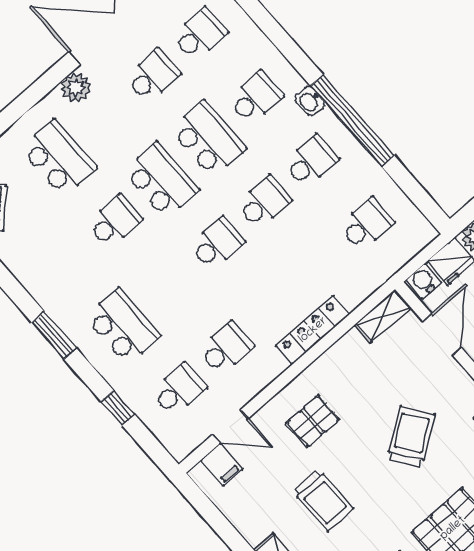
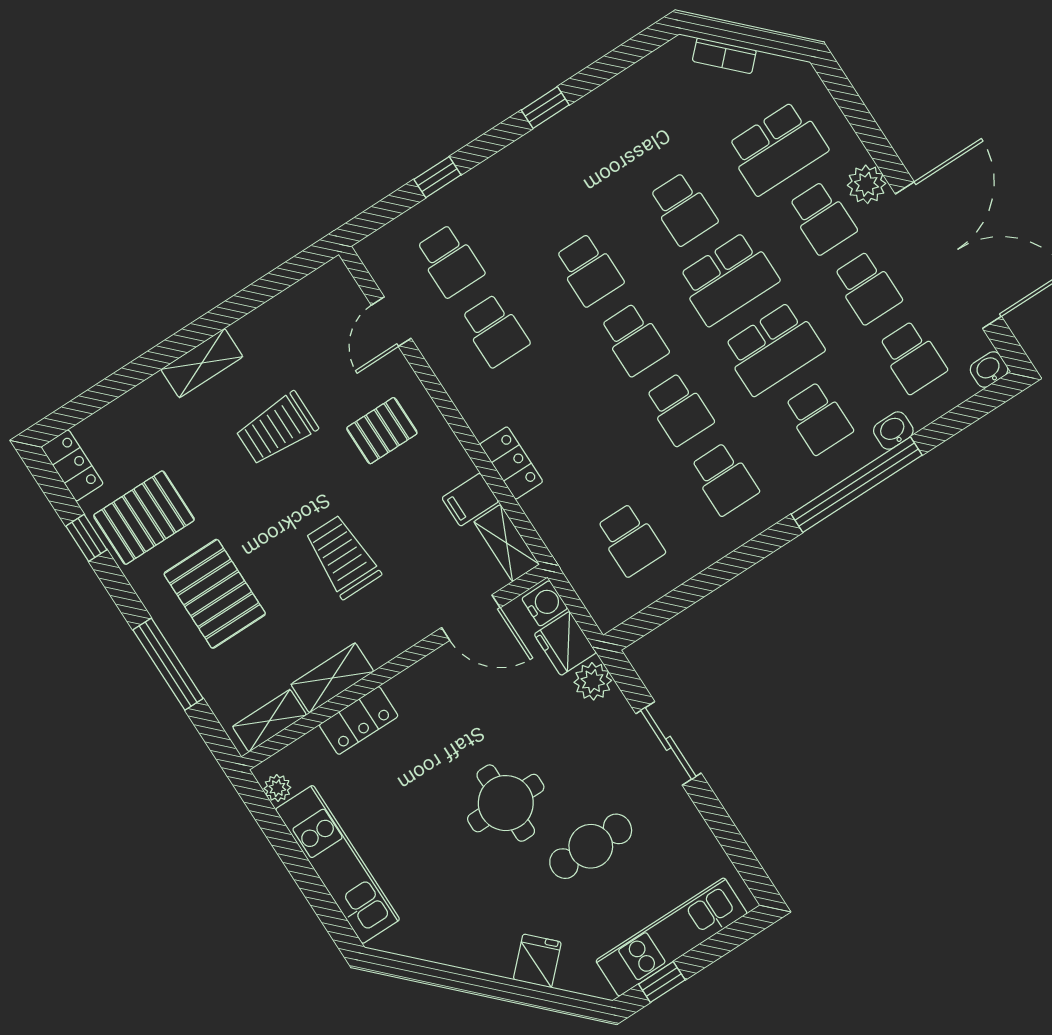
washbasin: (310, 101) -> (893, 431), moved
school desk: (106, 117) -> (822, 218), added
window: (352, 120) -> (857, 485), moved
school desk: (123, 326) -> (589, 270), moved, width x0.54
locker: (313, 330) -> (511, 463), width x0.66
window: (54, 335) -> (545, 108), width x0.67
pallet: (313, 421) -> (382, 431), turned 90
trolley: (411, 437) -> (343, 557), turned -145
filing cabinet: (222, 465) -> (470, 500), moved

